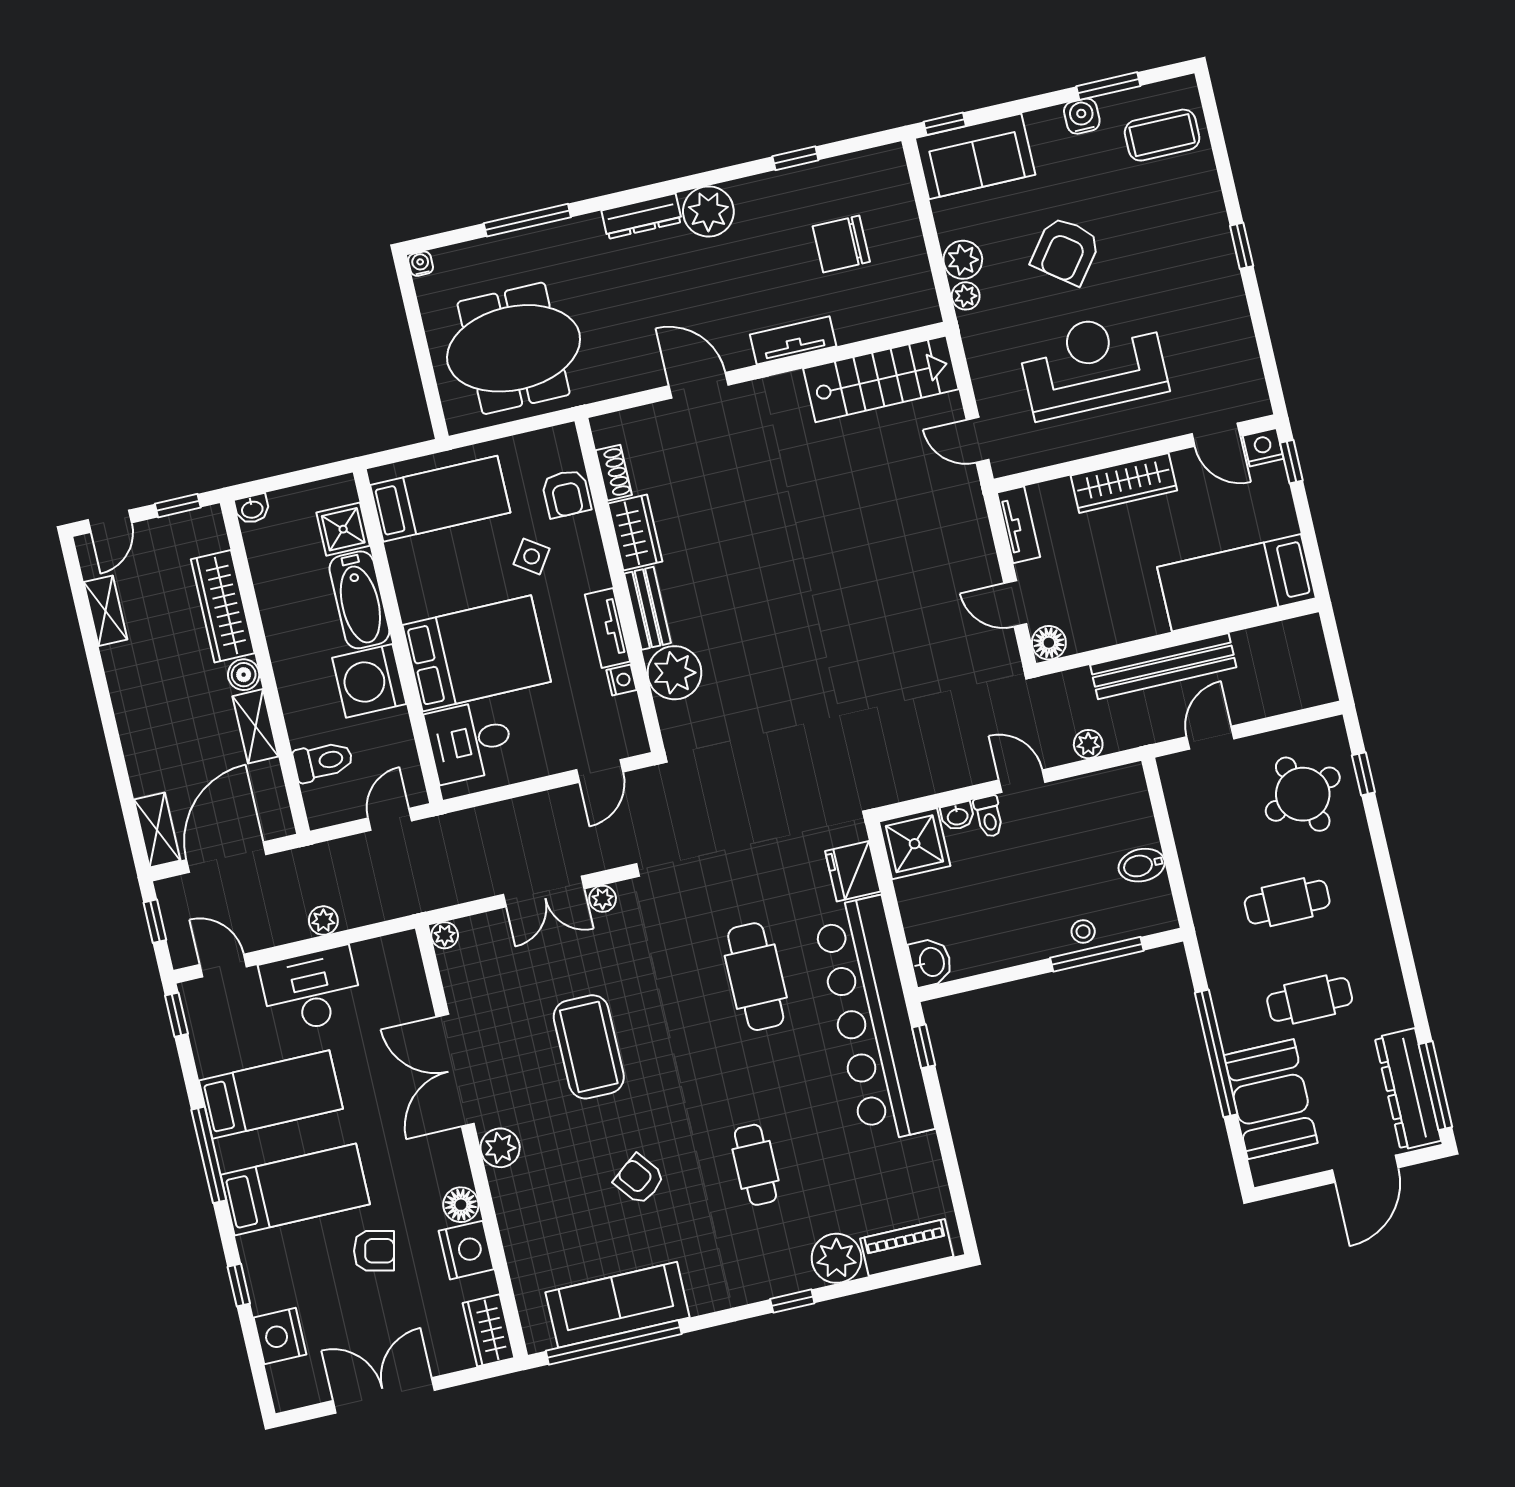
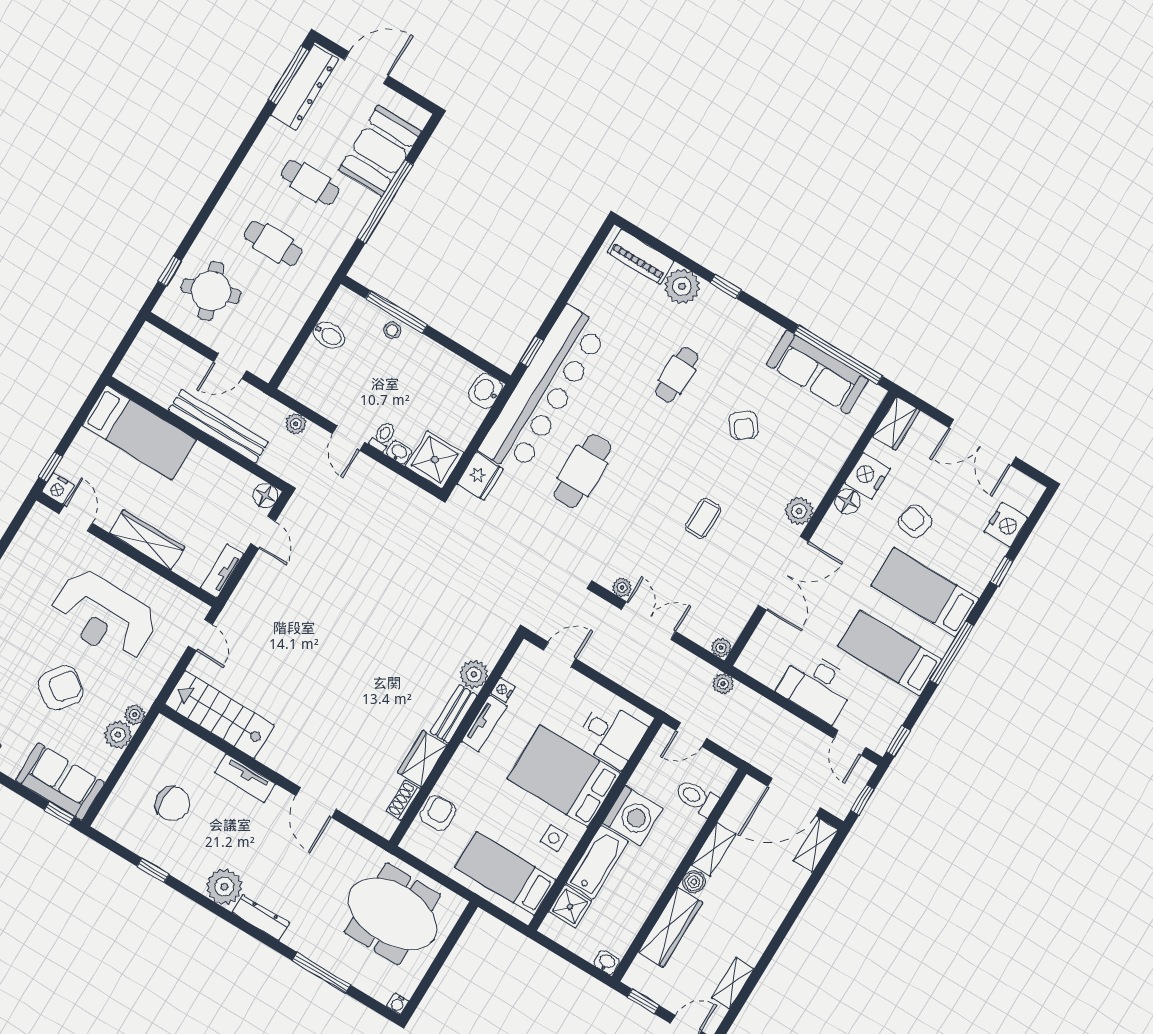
side table: (532, 556) -> (554, 838), moved, turned -34
plant: (674, 673) -> (474, 674), width x0.73, depth x0.73
plant: (323, 921) -> (723, 684), moved
coffee table: (589, 1047) -> (703, 518), width x0.54, depth x0.58

